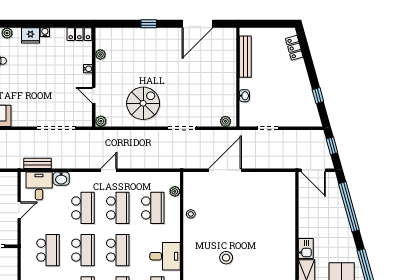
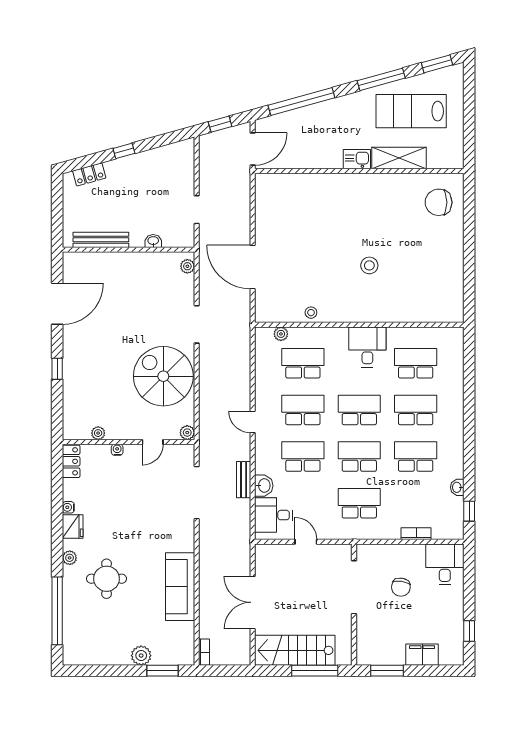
door: (197, 24) -> (57, 304), hinge flipped
window: (318, 96) -> (124, 151), moved
spiral stairs: (143, 103) -> (163, 376), width x1.37, depth x1.37
bench: (37, 163) -> (244, 480), moved

